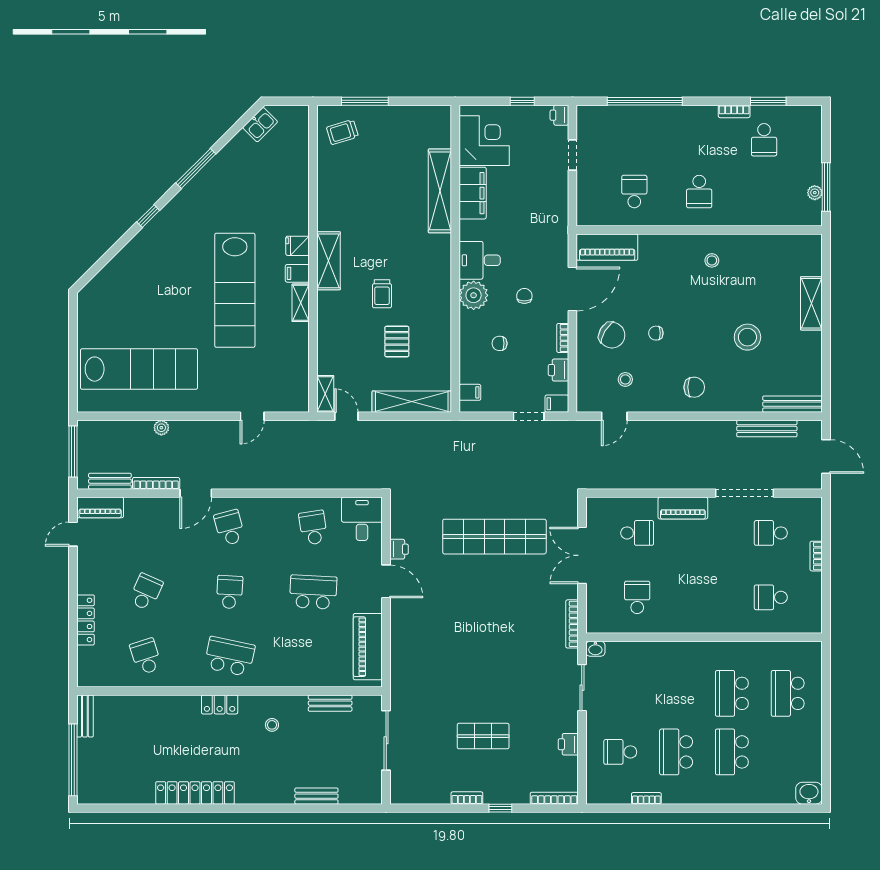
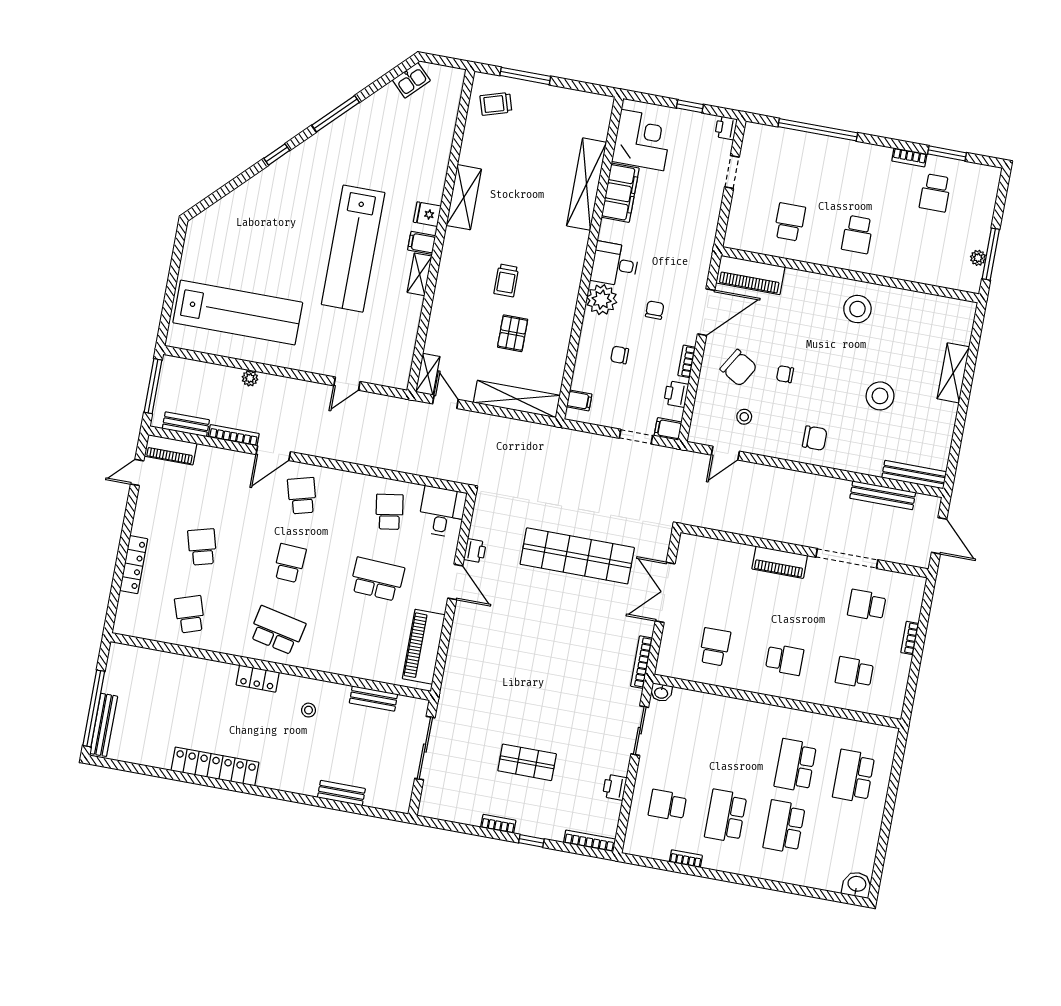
stool: (712, 260) -> (857, 309), width x1.89, depth x1.89
shelving: (329, 261) -> (464, 197), moved
school desk: (637, 533) -> (785, 660), moved
school desk: (146, 592) -> (202, 547), turned -39
bench: (85, 716) -> (104, 725), moved, width x1.36

